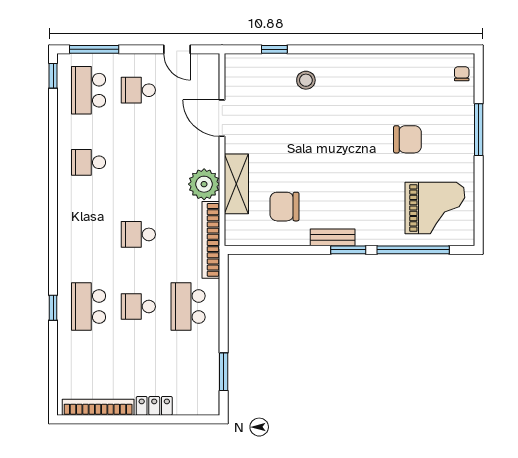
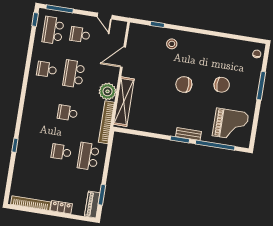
door: (222, 118) -> (123, 57), hinge flipped
shelving: (236, 184) -> (124, 102), width x1.47
chair: (284, 207) -> (184, 84), moved
bench: (333, 237) -> (188, 134), moved
school desk: (89, 307) -> (74, 74), moved
piano: (209, 392) -> (92, 204), added

